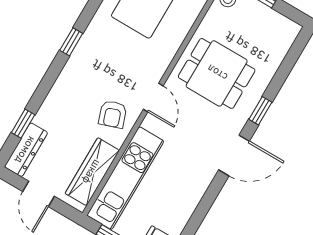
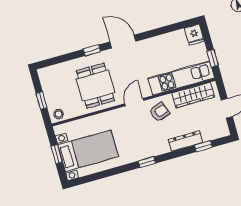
dresser: (26, 150) -> (186, 141), moved

